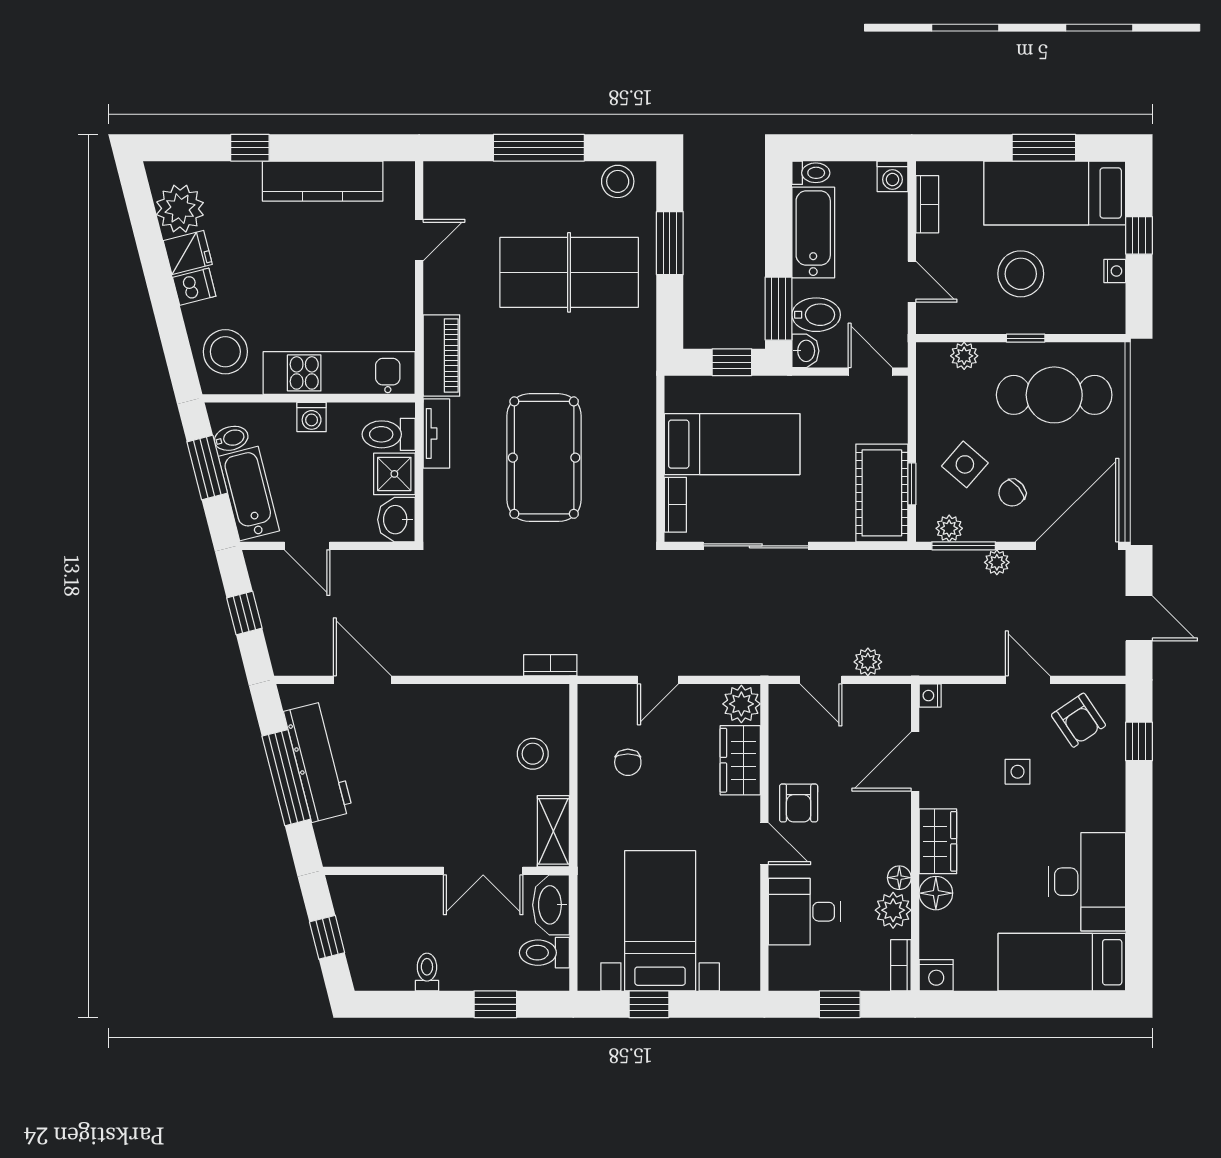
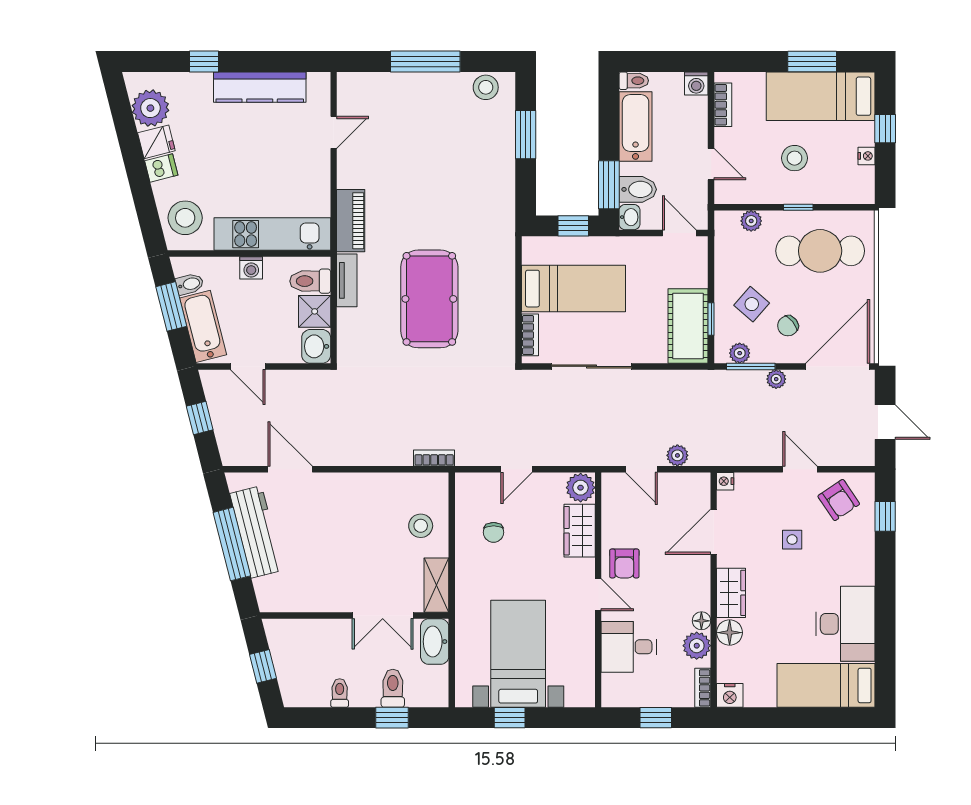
table tennis table: (569, 272) -> (449, 157), removed
stool: (1021, 274) -> (795, 158), width x0.73, depth x0.73
toilet: (544, 953) -> (393, 688), moved, turned 90

